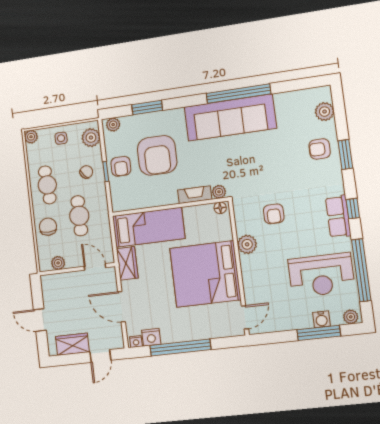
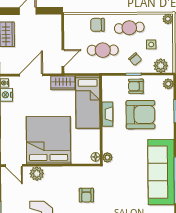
side table: (61, 138) -> (151, 44), moved
armchair: (157, 155) -> (140, 115), turned 180
fireplace: (195, 195) -> (107, 114), moved
armchair: (274, 214) -> (86, 195), turned -90
chair: (48, 227) -> (98, 25), turned 180
plant: (247, 244) -> (37, 174), moved
plant: (58, 263) -> (69, 30), removed

